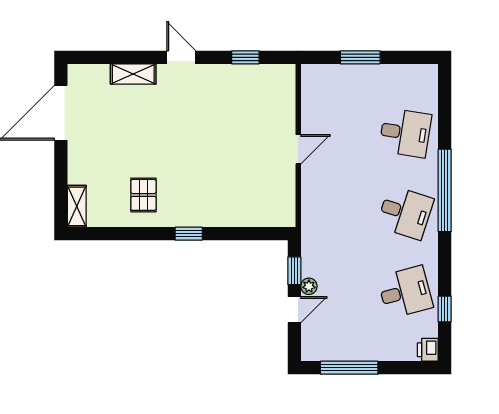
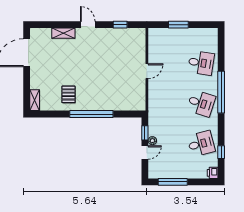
window: (189, 234) -> (91, 114), width x3.17

